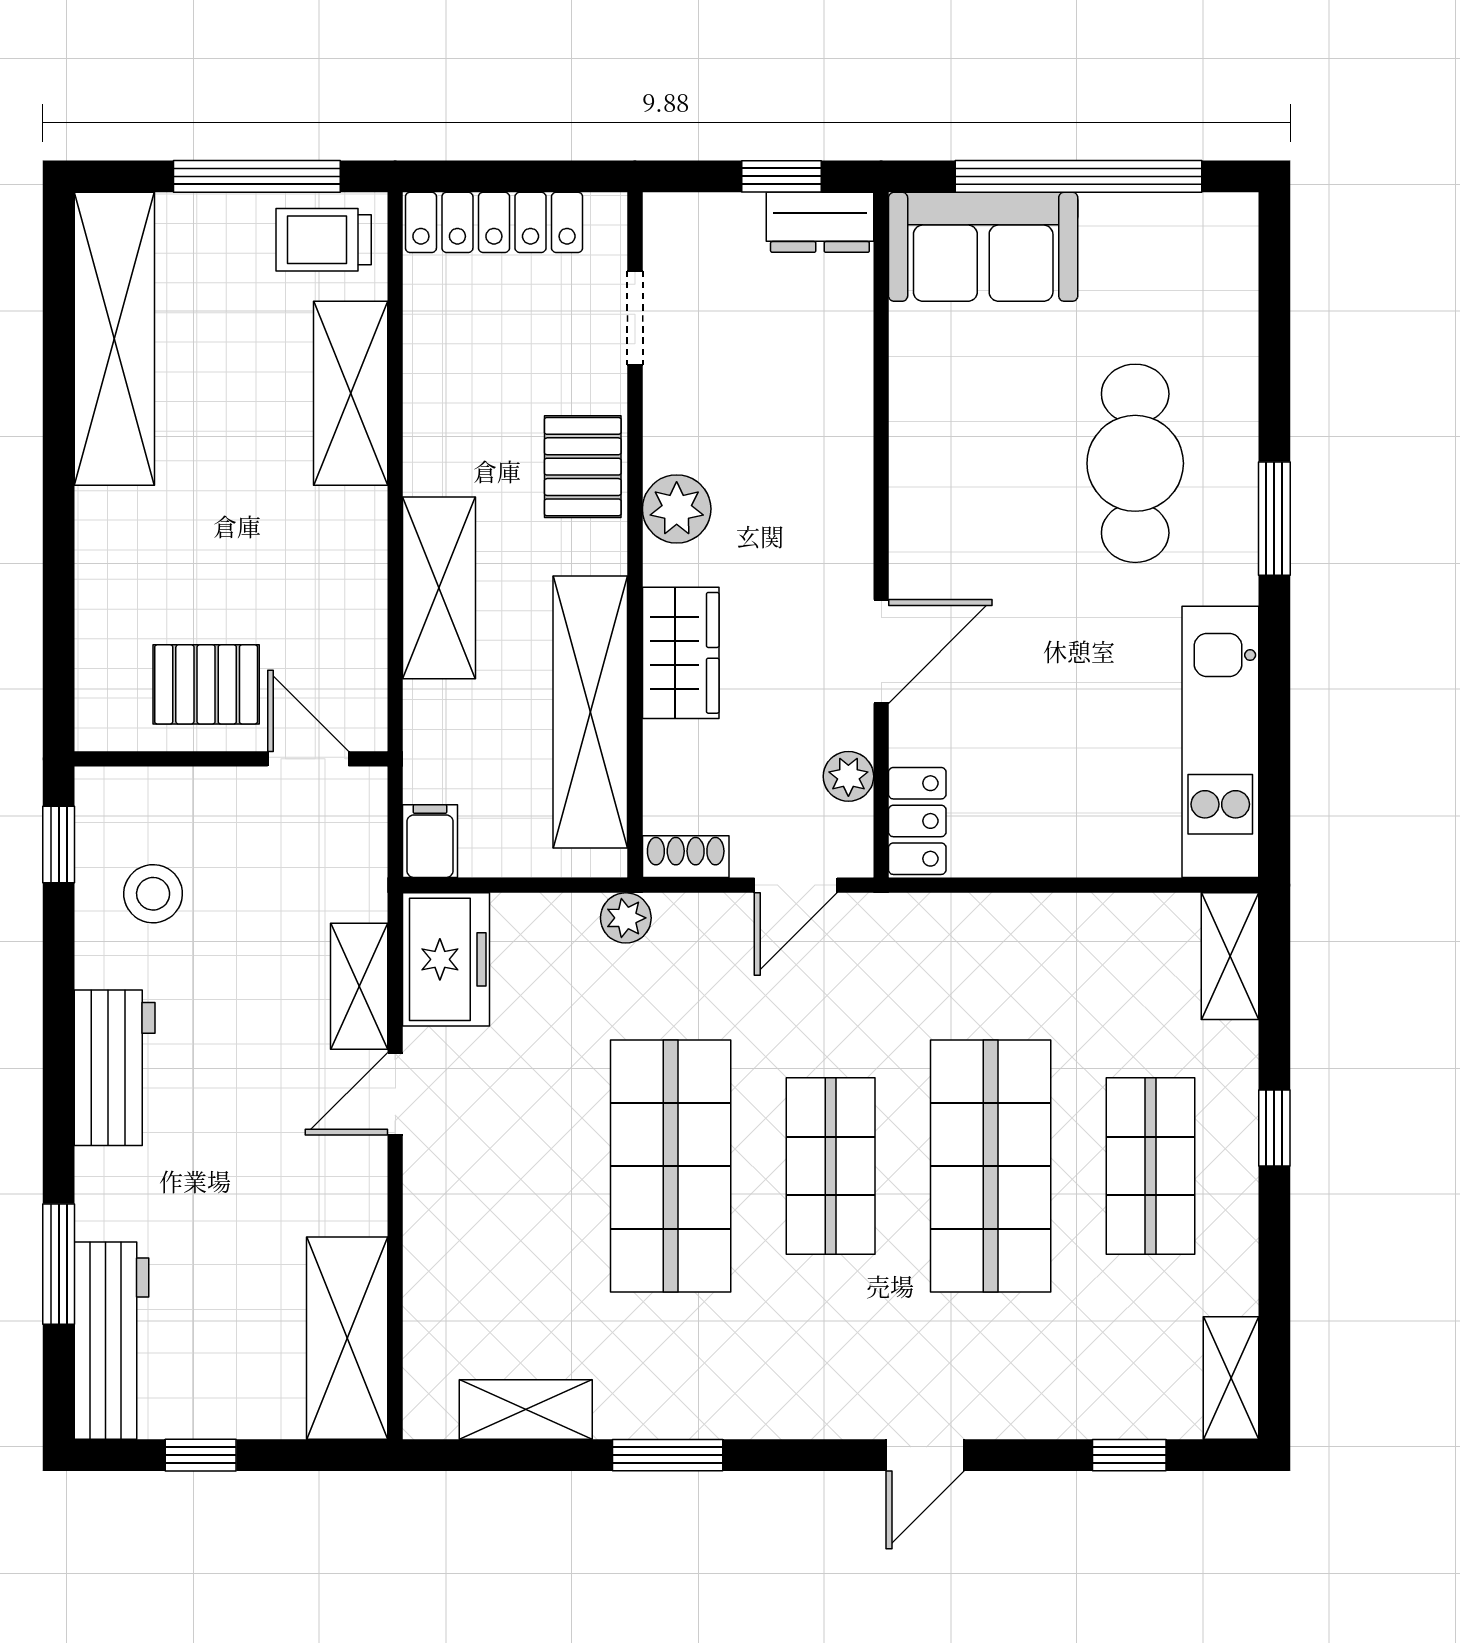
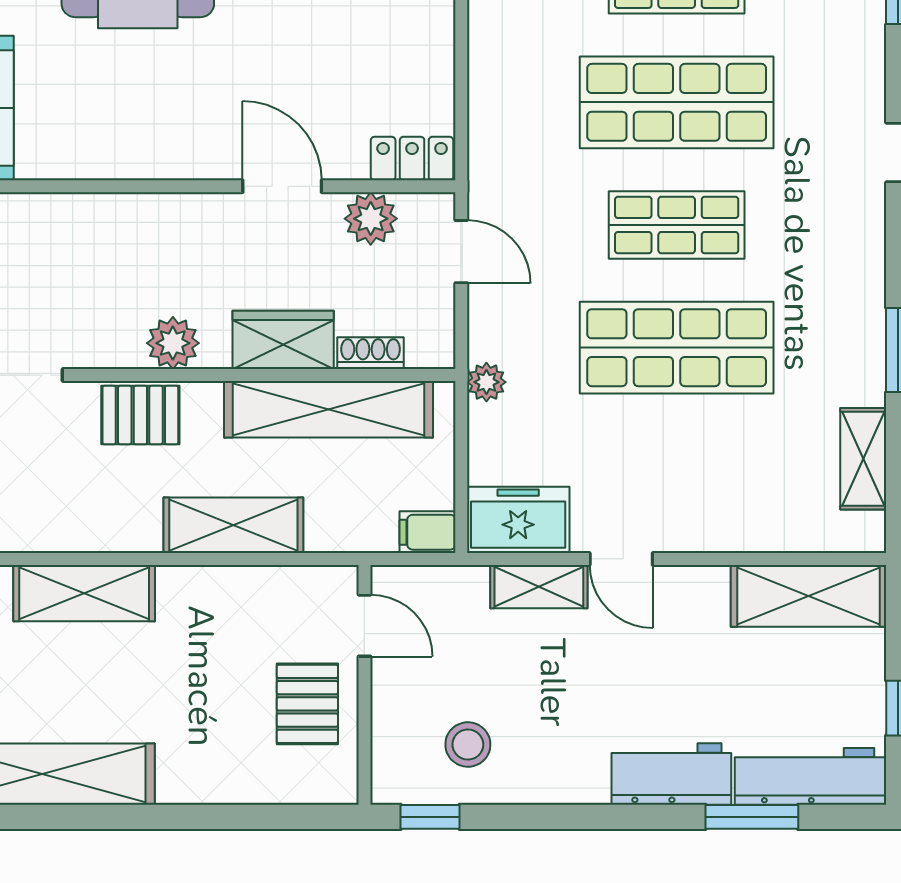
door: (308, 759) -> (364, 626), swing flipped
plant: (848, 776) -> (371, 219), width x1.38, depth x1.38
shoe rack: (686, 857) -> (371, 353), moved, turned 90
workbench: (115, 1068) -> (671, 774), moved

